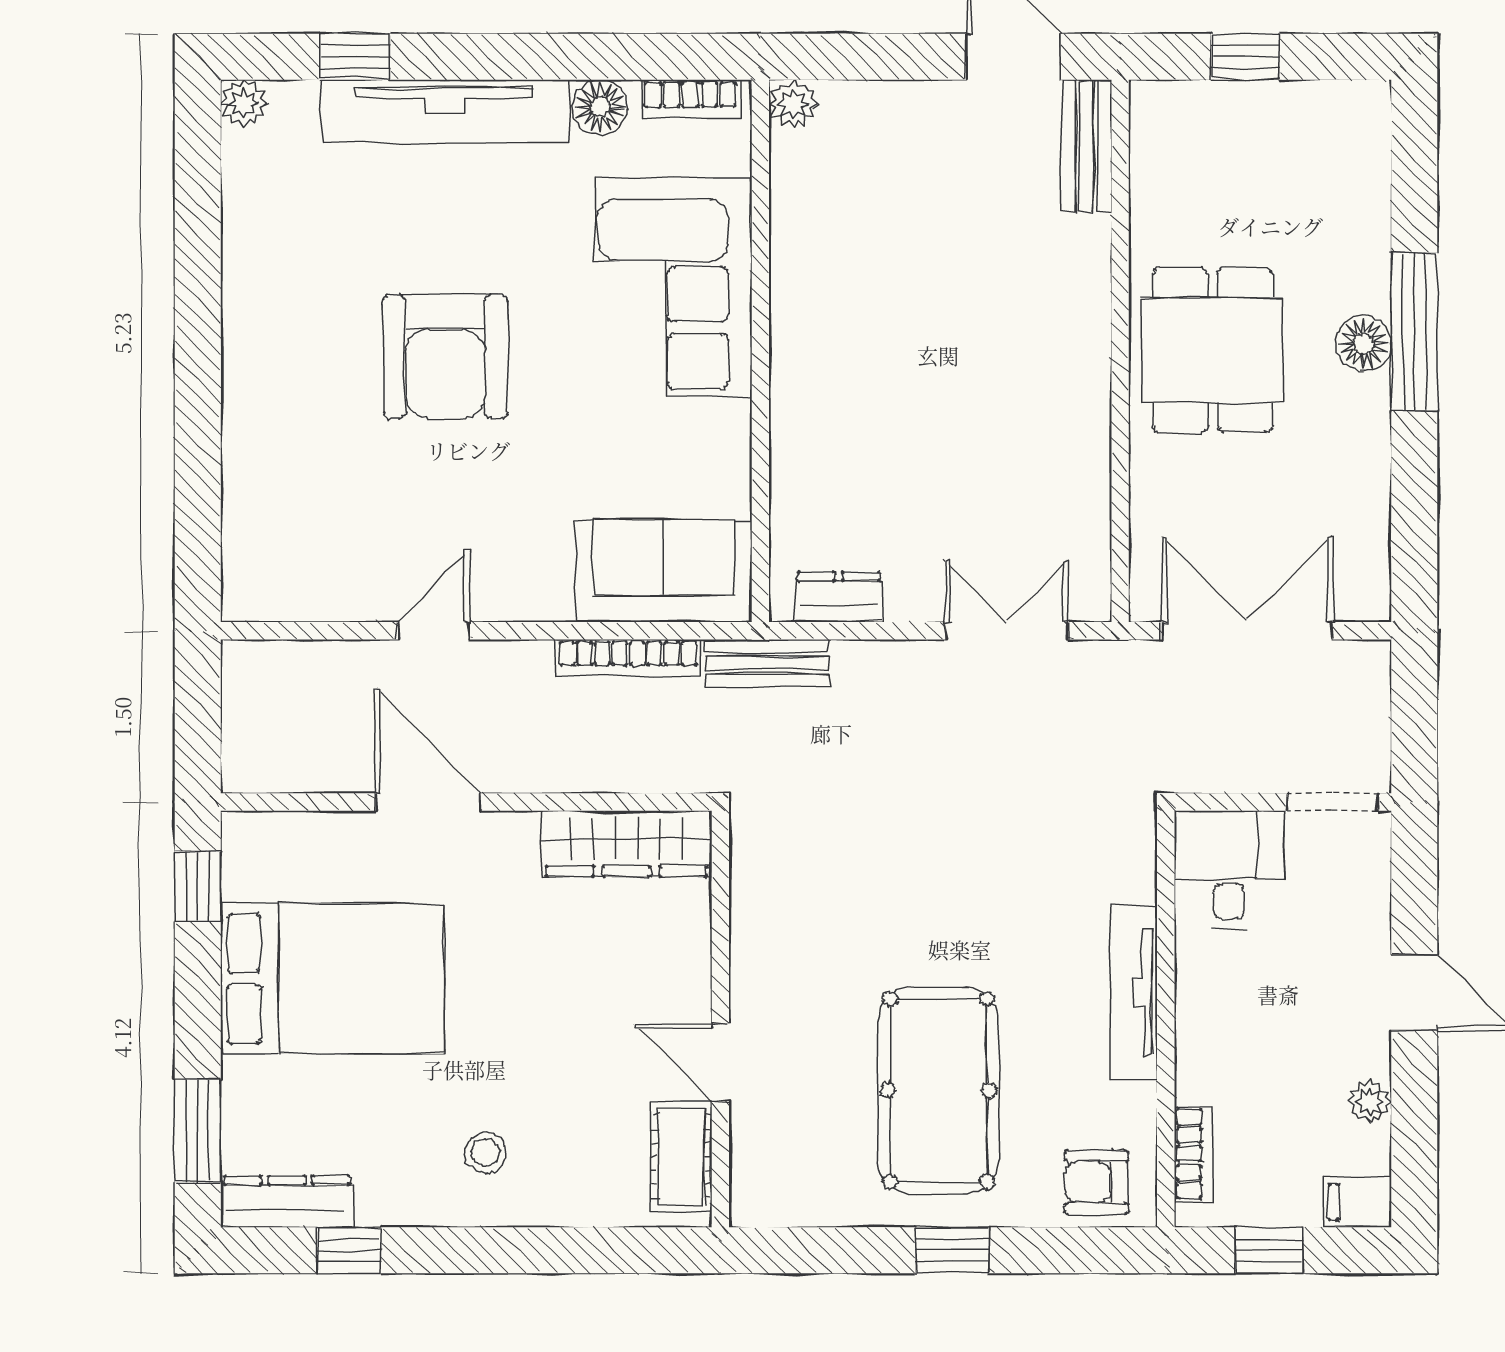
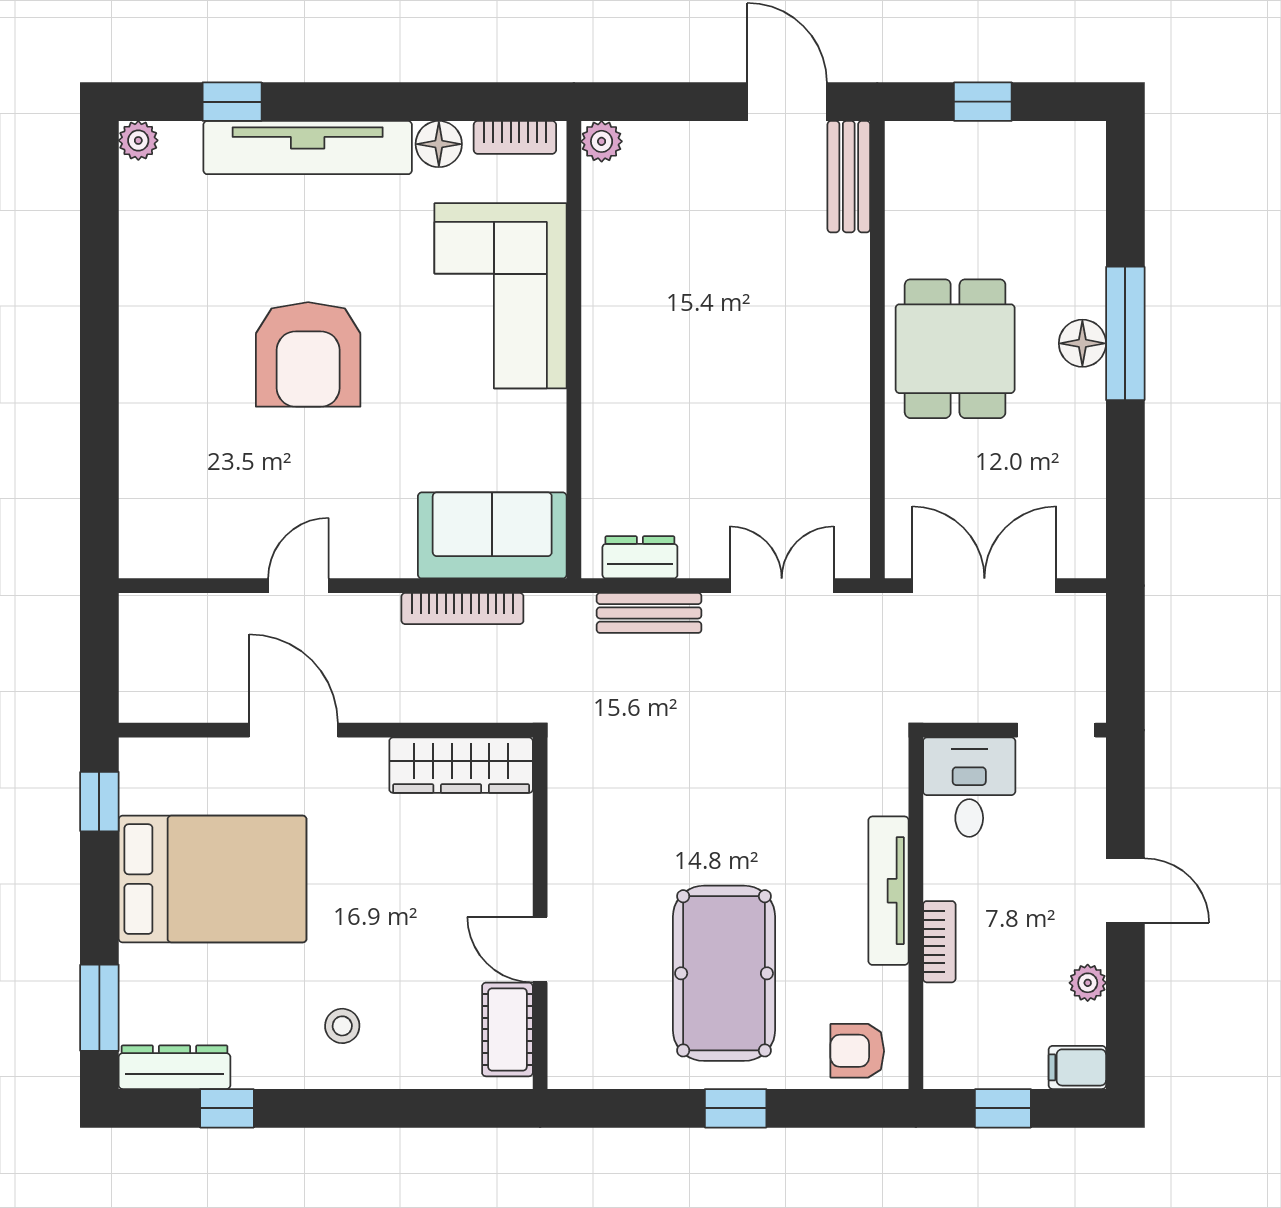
bench: (767, 663) -> (649, 613), moved
bookcase: (1194, 1154) -> (939, 942), moved

